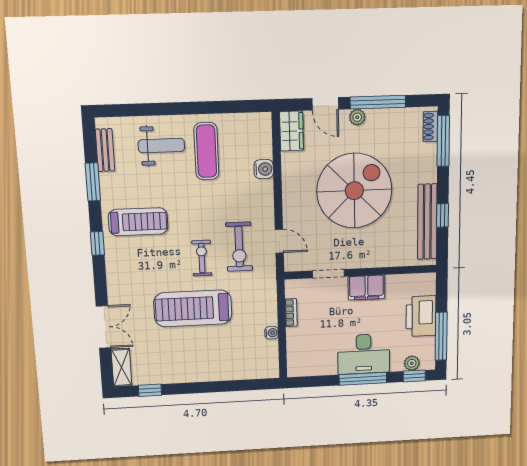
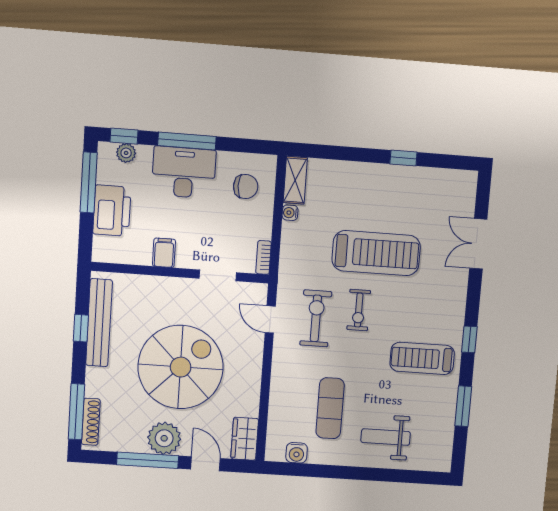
plant: (357, 117) -> (164, 438), width x1.88, depth x1.88
shoe rack: (430, 126) -> (91, 422), width x1.43
bench: (105, 150) -> (445, 438), removed
exercise mat: (206, 151) -> (330, 408), moved
water cooler: (264, 169) -> (297, 453), moved, turned -90
spiral stairs: (354, 191) -> (181, 367), turned 180
filing cabinet: (366, 288) -> (164, 253), width x0.50
bookcase: (291, 313) -> (263, 257), moved
chair: (311, 349) -> (246, 187), added
shelving: (121, 367) -> (295, 180), moved
window: (150, 390) -> (403, 158), moved

